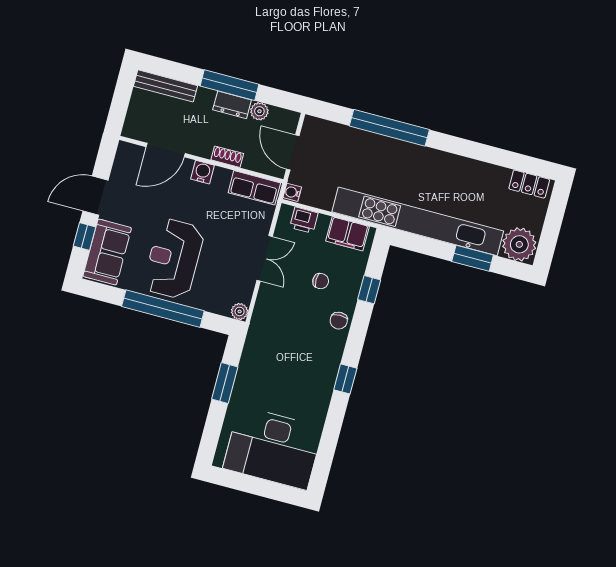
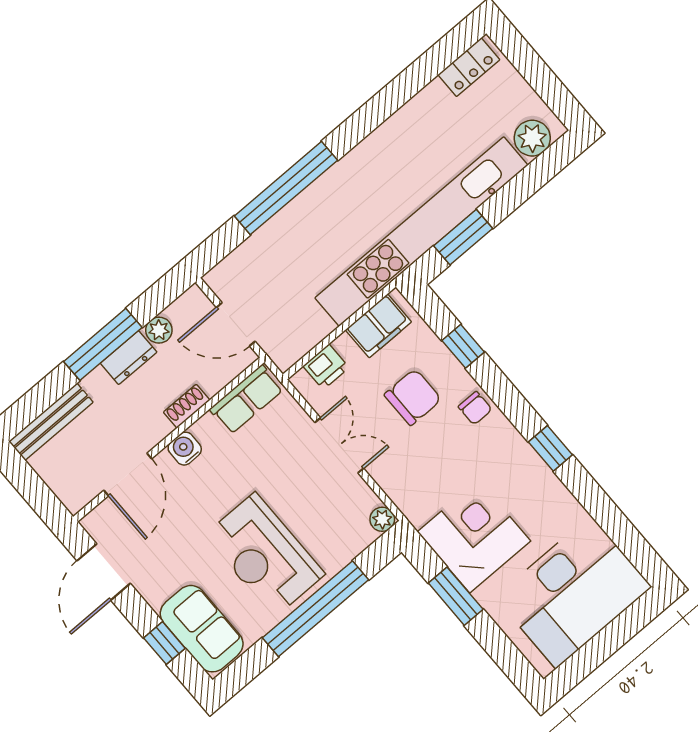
water cooler: (292, 192) -> (283, 358), removed
door: (95, 196) -> (104, 572), moved
plant: (519, 244) -> (532, 138), width x0.73, depth x0.73
window: (473, 258) -> (463, 237), moved
chair: (321, 281) -> (413, 397), width x1.87, depth x1.87
corner desk: (266, 370) -> (474, 536), added

